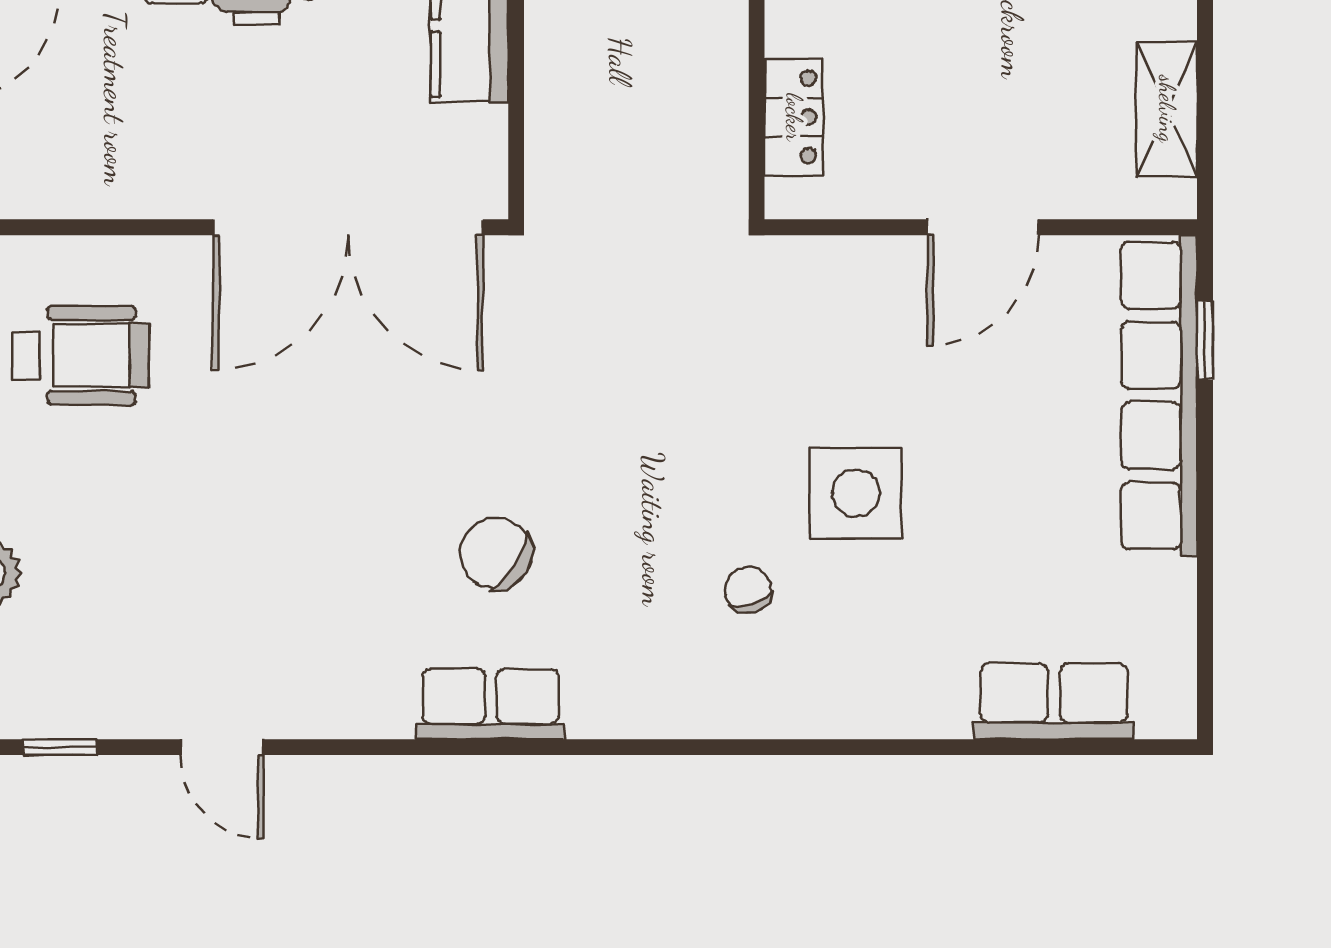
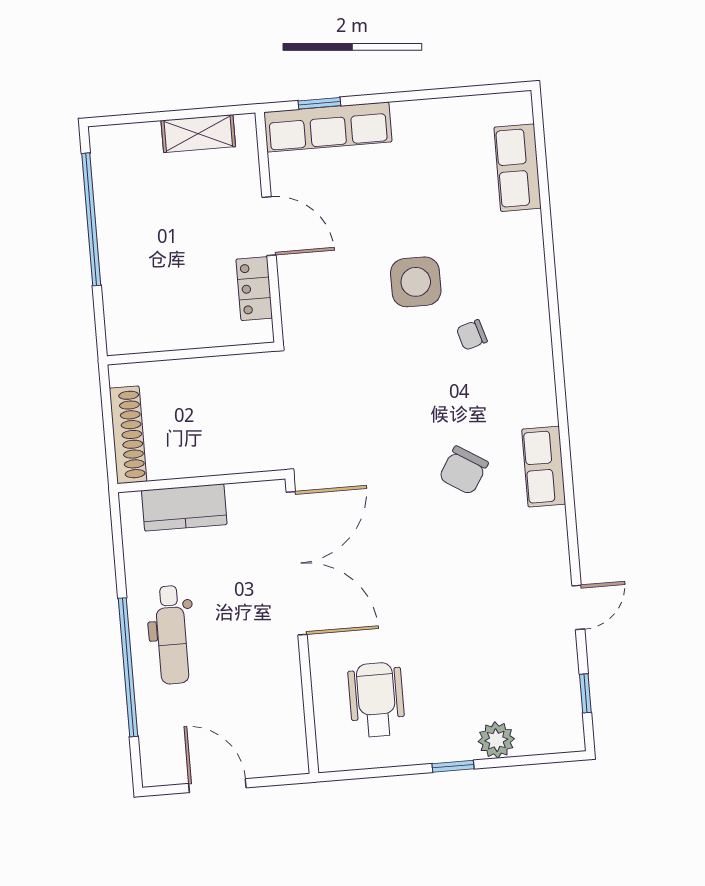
locker: (794, 117) -> (254, 289), moved, turned -90
row of seats: (1159, 395) -> (328, 127), width x0.73

